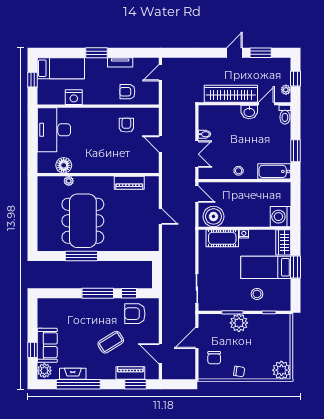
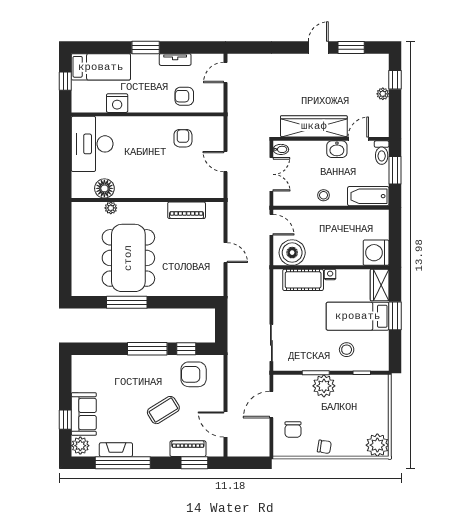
wardrobe: (231, 94) -> (314, 126), moved
wall: (245, 104) -> (331, 139), moved
door: (266, 104) -> (358, 139), moved
washbasin: (249, 112) -> (337, 149), moved
toilet: (285, 115) -> (382, 153), moved

